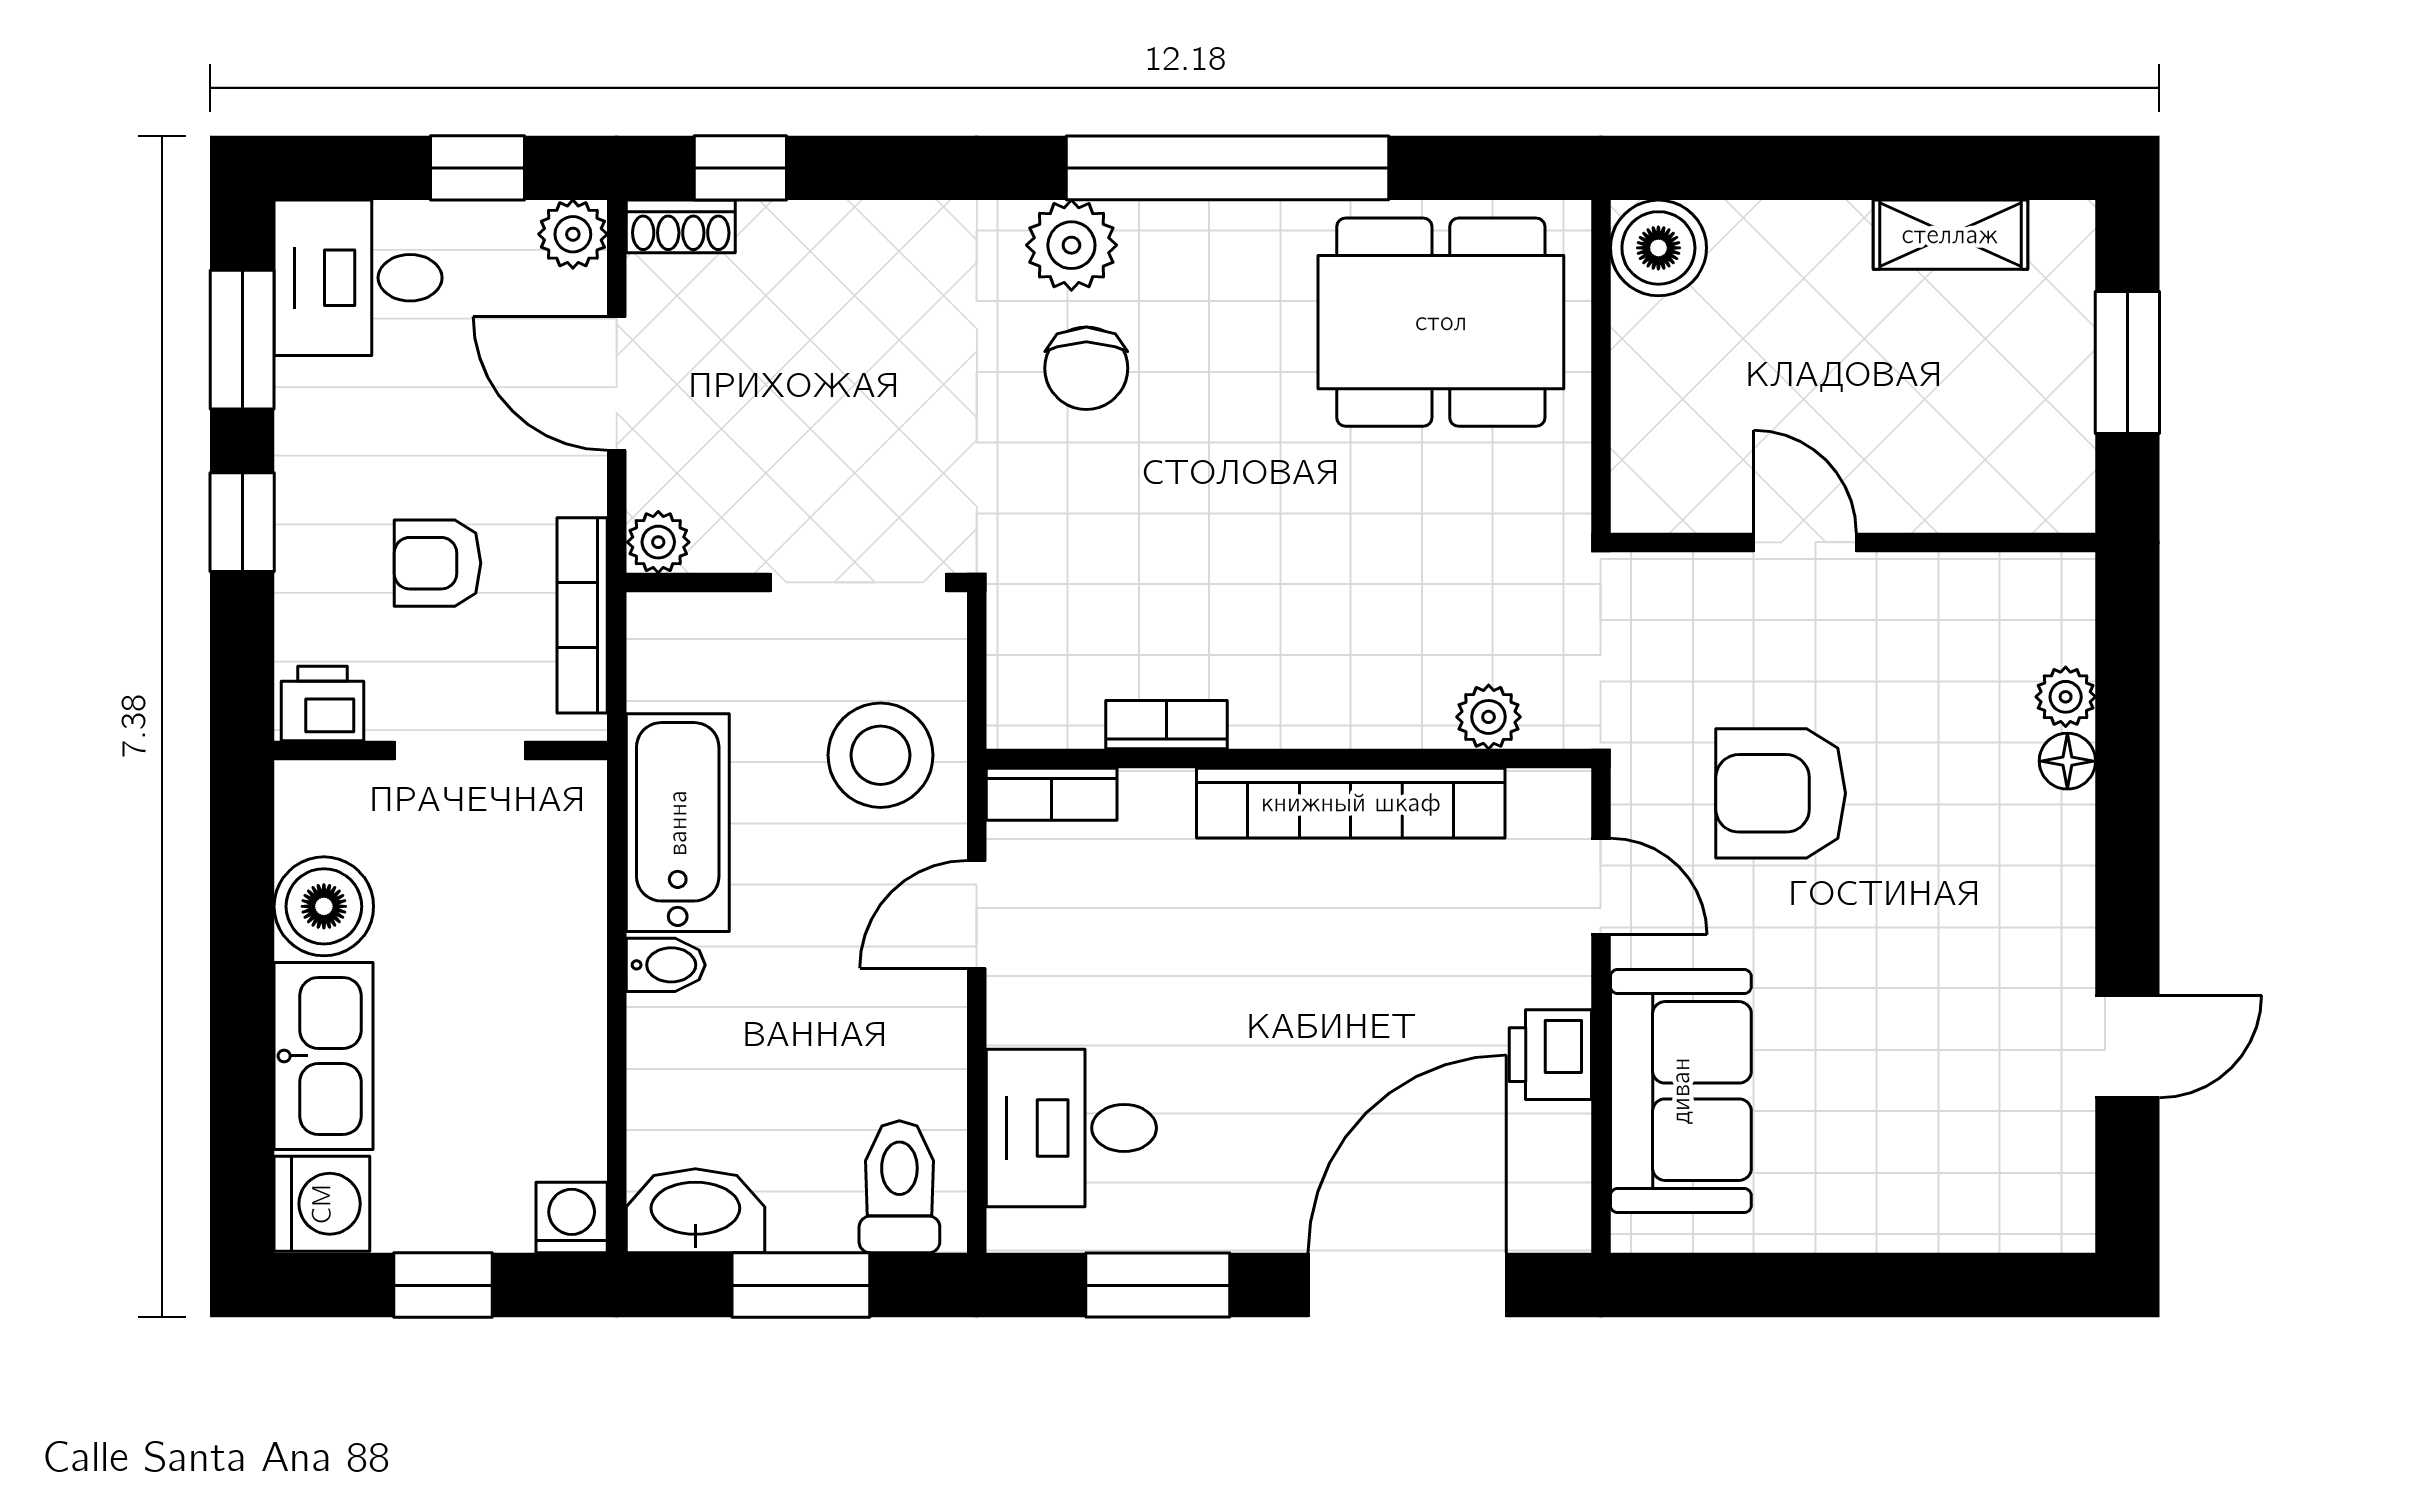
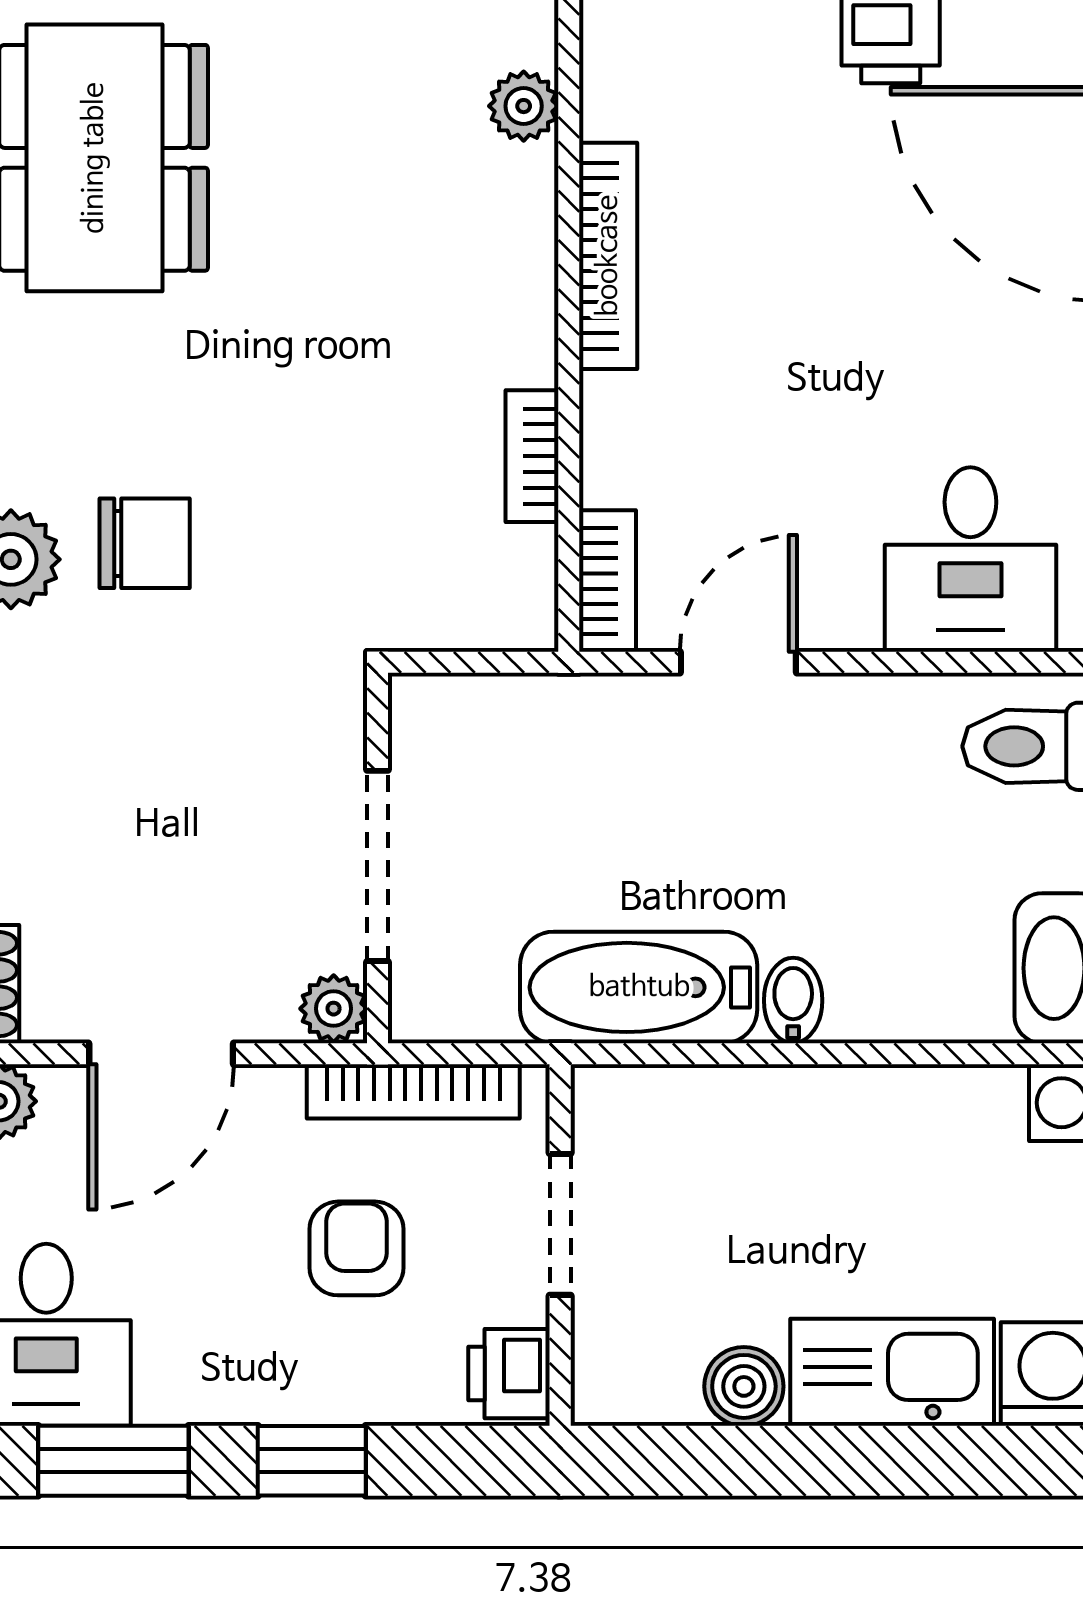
armchair: (438, 563) -> (357, 1248), turned 180
doorway: (858, 582) -> (377, 866), moved
stool: (880, 755) -> (565, 767), removed
bookcase: (1351, 803) -> (608, 256), width x0.68, depth x0.76
boiler: (324, 906) -> (744, 1386), width x0.73, depth x0.73
door: (977, 914) -> (738, 662), swing flipped

